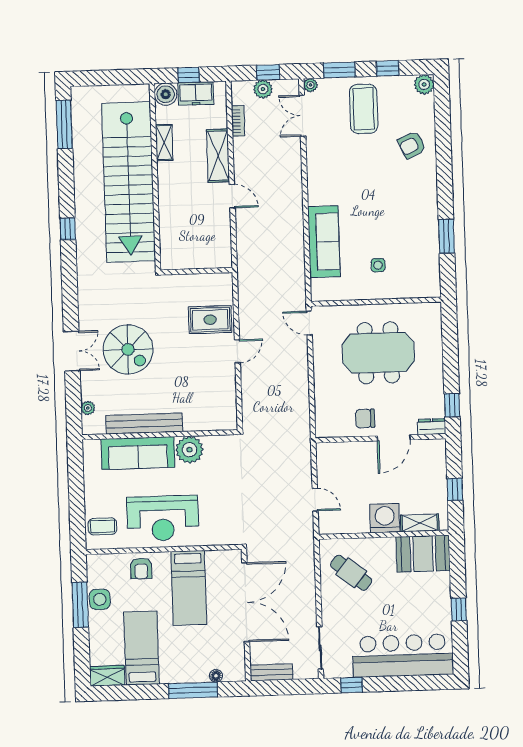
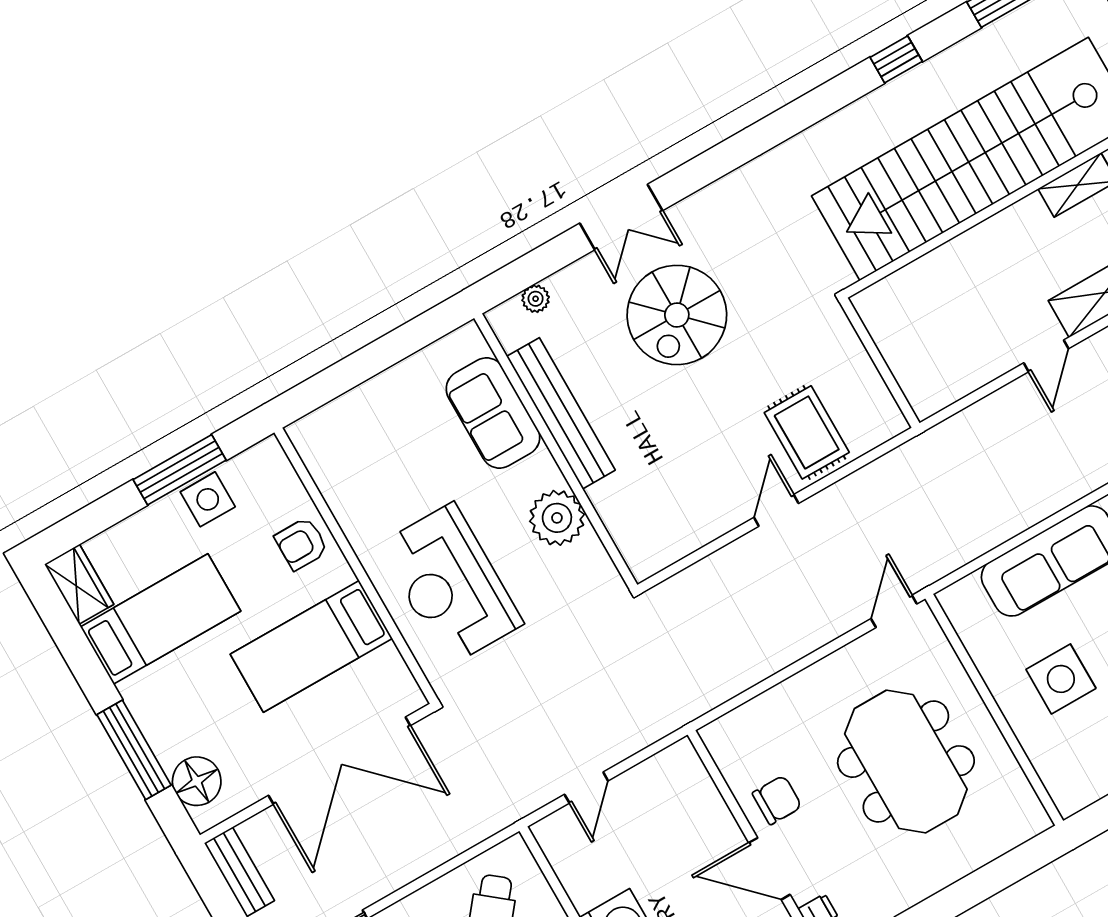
window: (68, 229) -> (896, 59), moved
side table: (378, 265) -> (1061, 679), width x1.87, depth x1.87
door: (237, 351) -> (776, 510), swing flipped
chair: (365, 419) -> (777, 800), turned 90
sofa: (138, 453) -> (493, 413), width x0.73
reception desk: (163, 518) -> (451, 584), moved
coffee table: (102, 526) -> (339, 436), removed
floor lamp: (216, 676) -> (197, 781), width x1.89, depth x1.89

